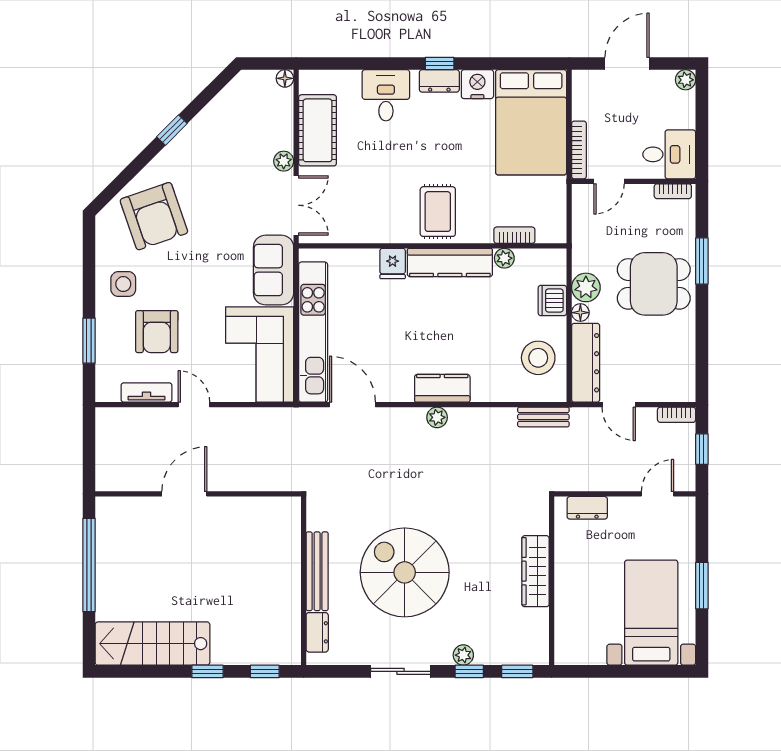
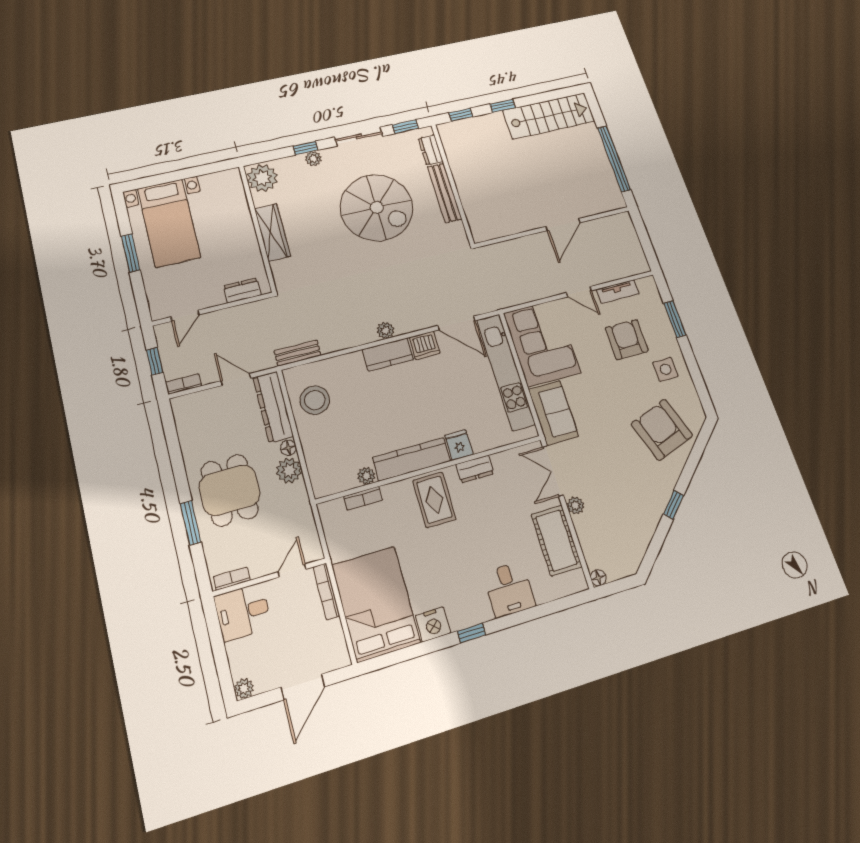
dresser: (439, 81) -> (475, 469), moved, turned 180
dining table: (654, 284) -> (230, 490), turned 90
dishwasher: (552, 300) -> (425, 345), moved, turned 90
plant: (530, 644) -> (262, 178), added
window: (517, 671) -> (405, 127), moved

